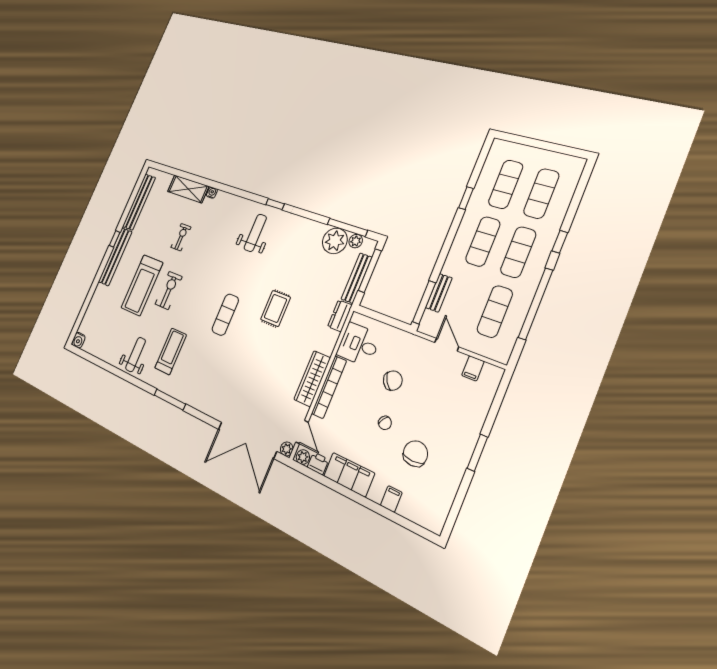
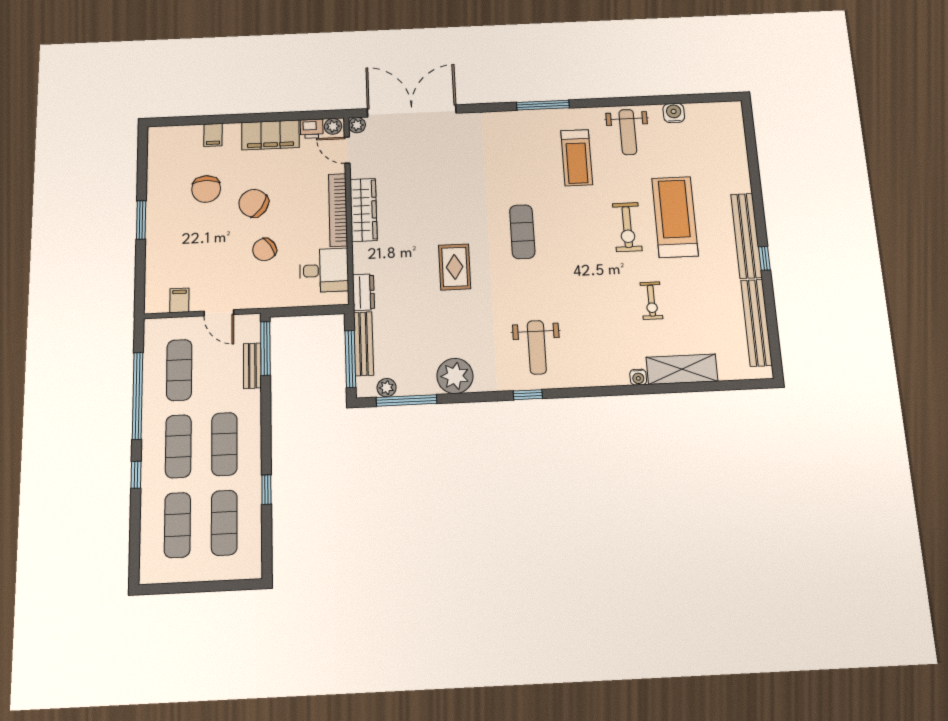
plant: (335, 241) -> (455, 376), moved
water cooler: (78, 340) -> (674, 113), moved
chair: (385, 423) -> (254, 203), width x1.87, depth x1.87

